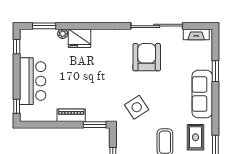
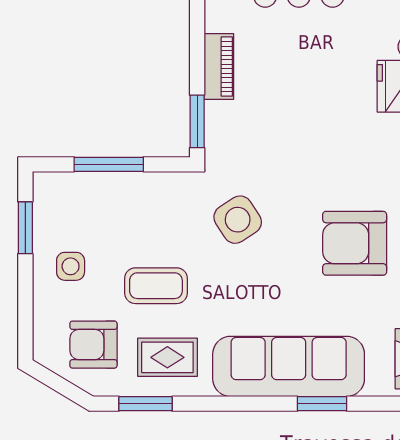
armchair: (147, 57) -> (355, 243), turned 180
sofa: (202, 94) -> (289, 366), width x1.36, depth x1.27

